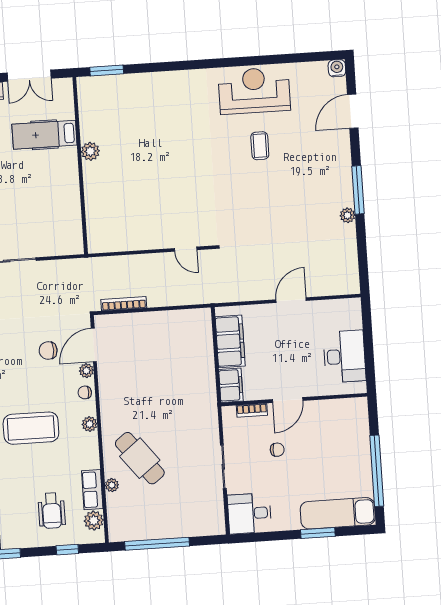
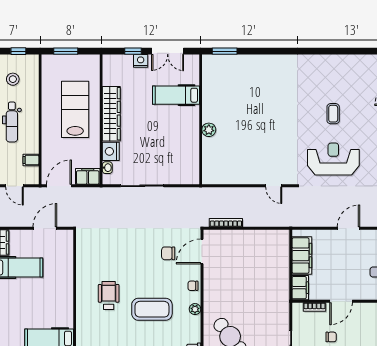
reception desk: (254, 91) -> (333, 159), moved
plant: (90, 151) -> (209, 130), moved
plant: (86, 371) -> (195, 270), removed

